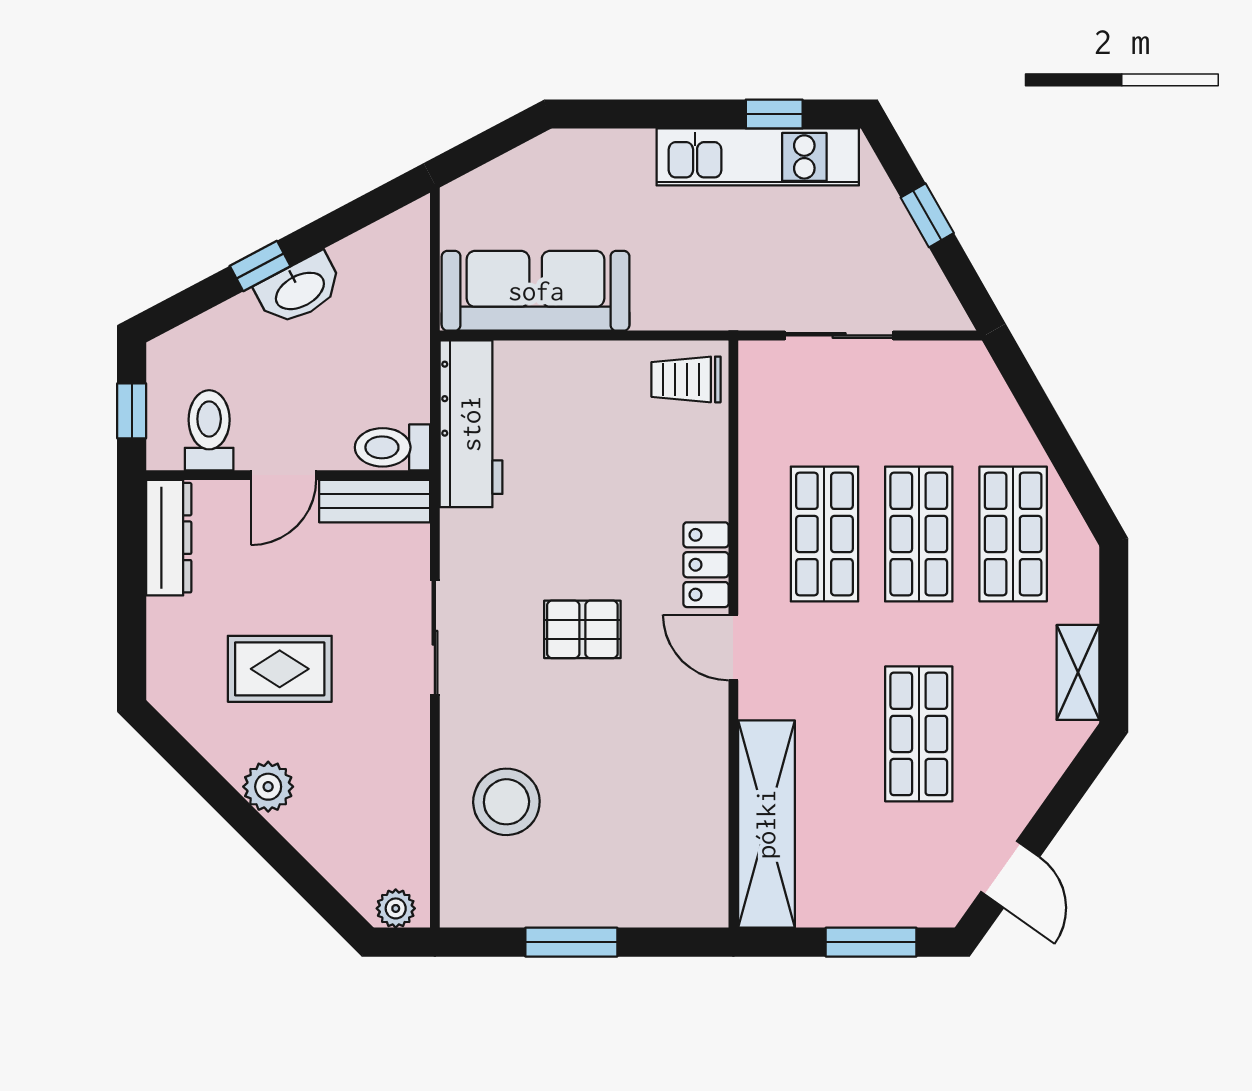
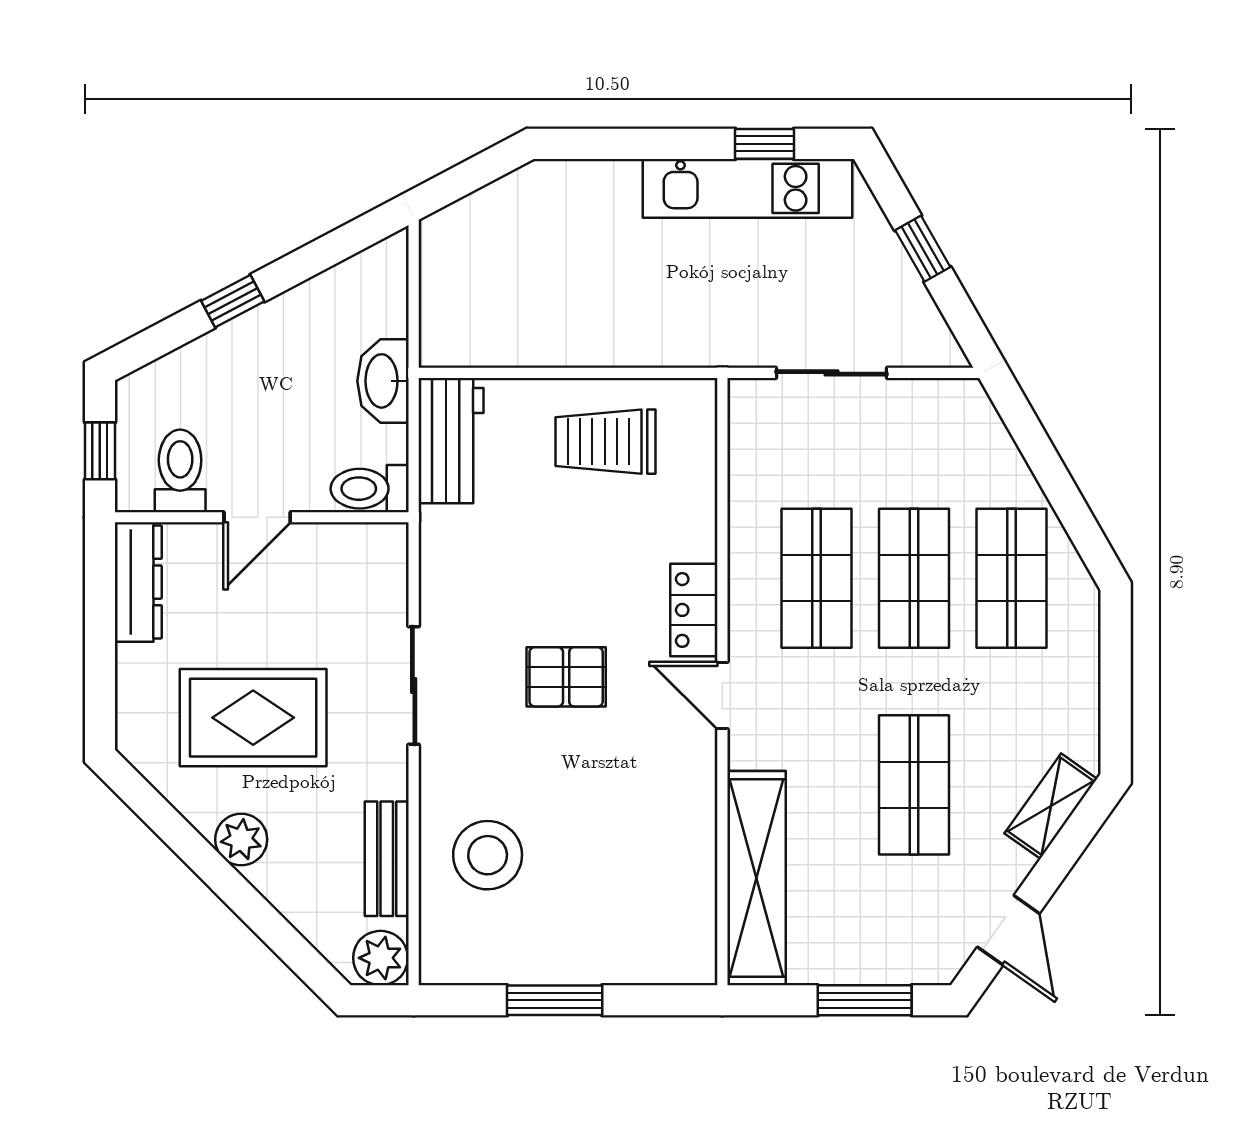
washbasin: (299, 290) -> (383, 381), moved, turned 118
sofa: (536, 291) -> (518, 327), removed
trolley: (686, 379) -> (606, 442), moved, width x1.36, depth x1.39
workbench: (471, 424) -> (451, 441), width x0.73
bench: (375, 501) -> (387, 859), moved, turned 90
rug: (280, 669) -> (253, 718), width x1.36, depth x1.43
shelving: (1078, 672) -> (1051, 806), moved, turned 35
plant: (396, 908) -> (381, 958), width x1.38, depth x1.38

